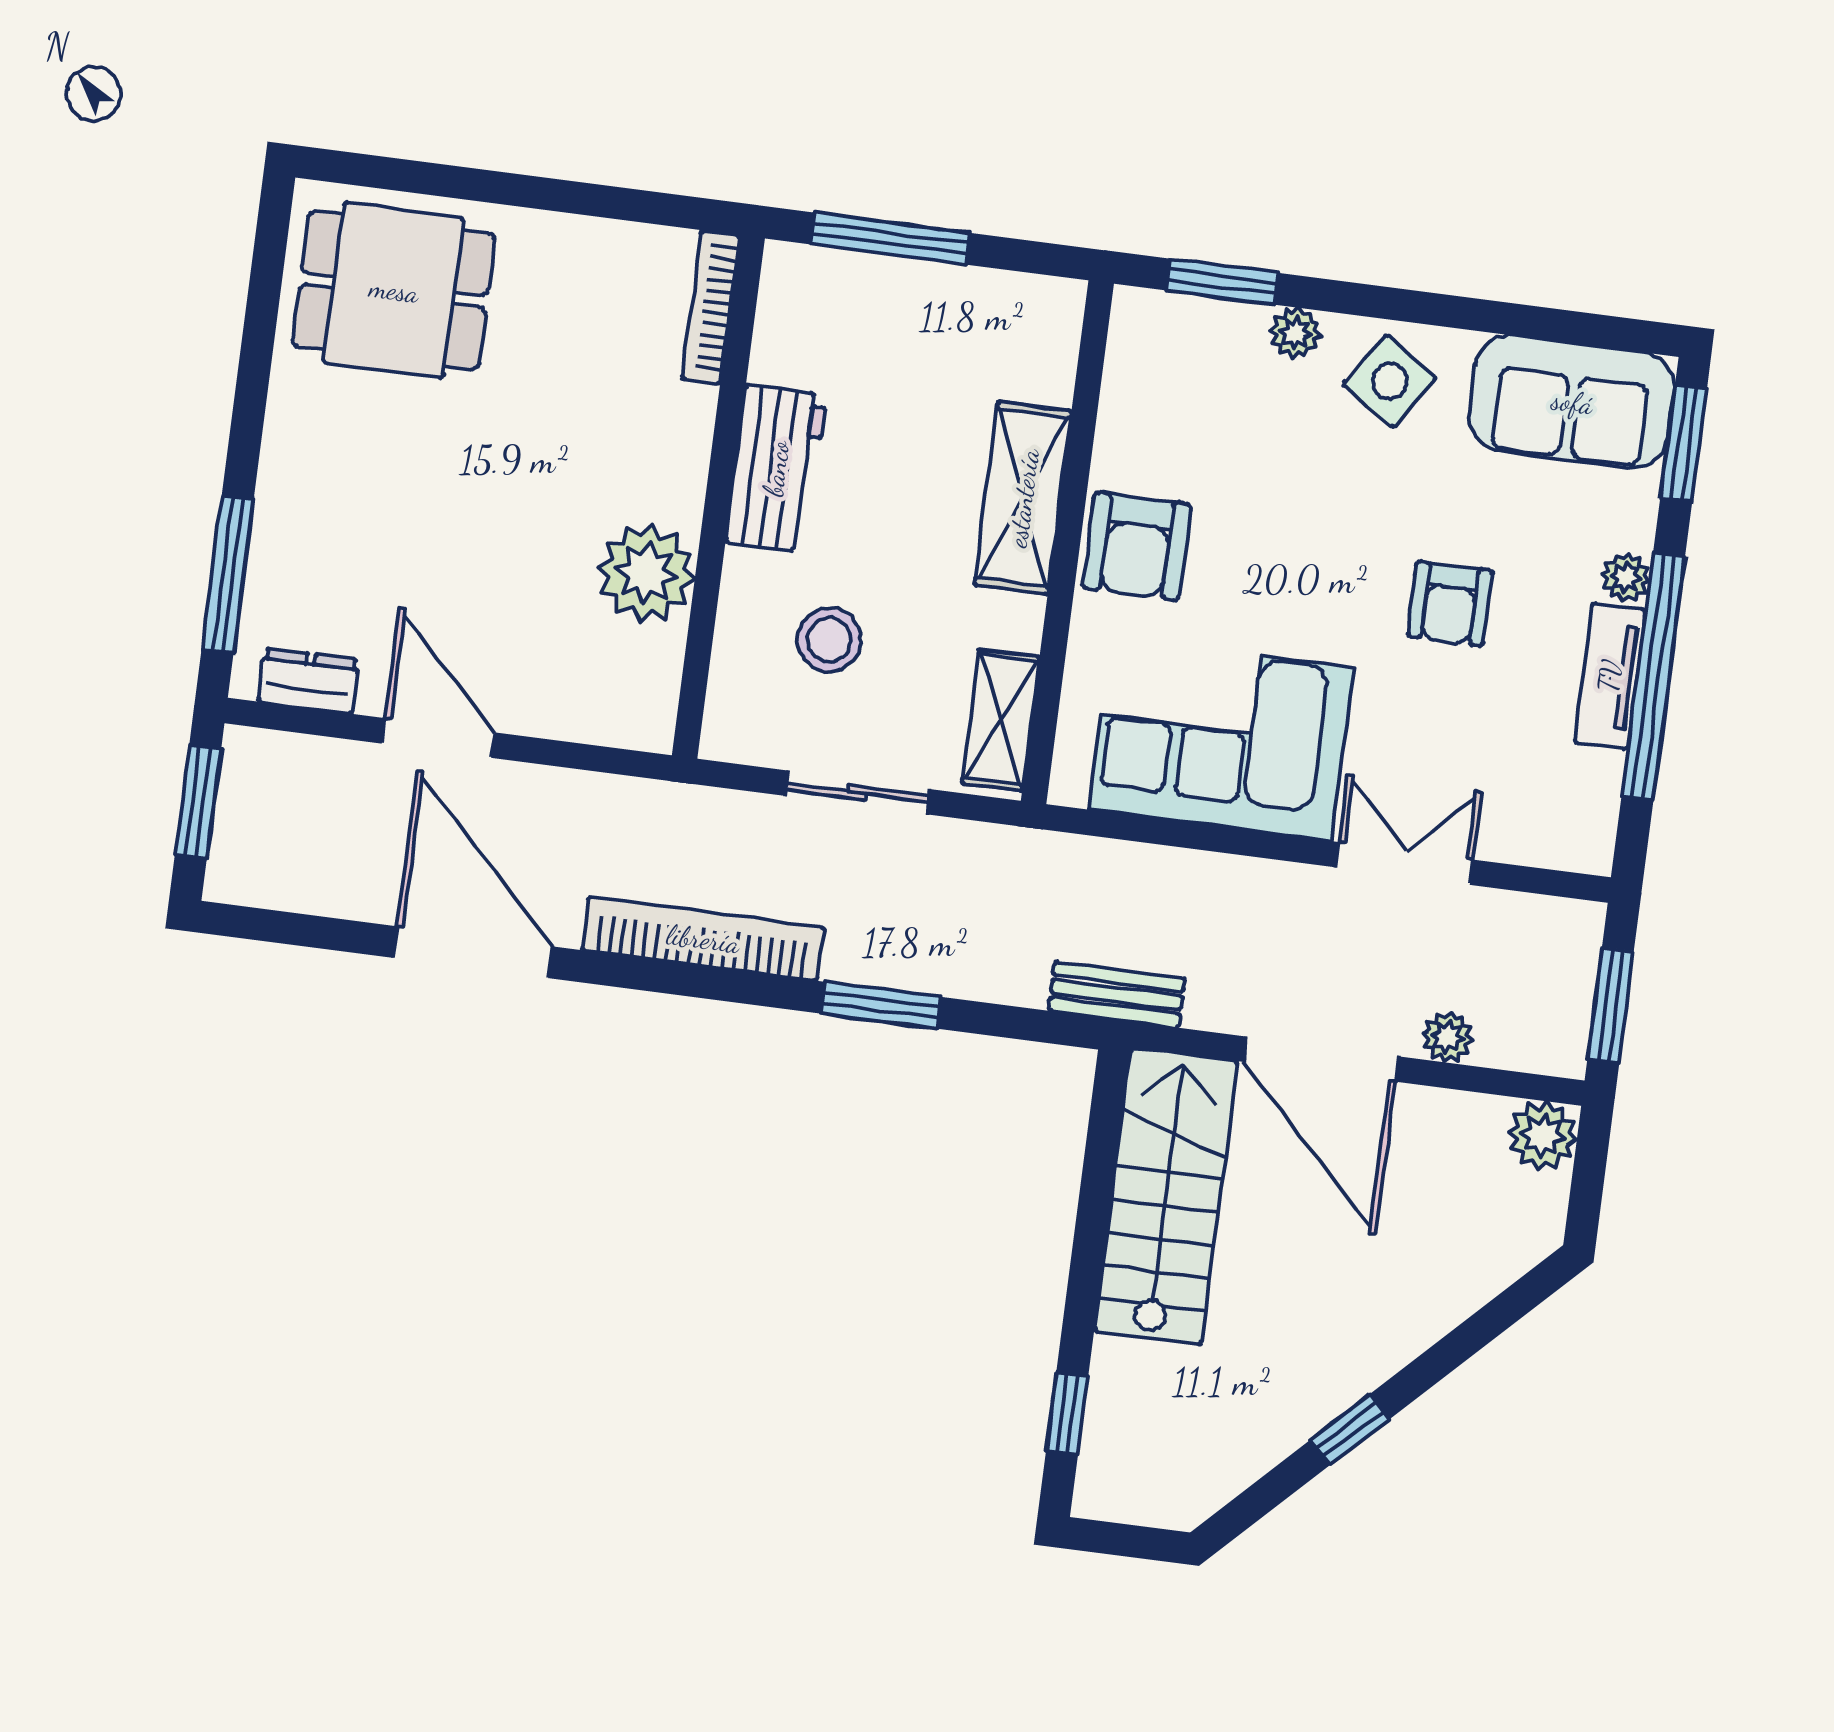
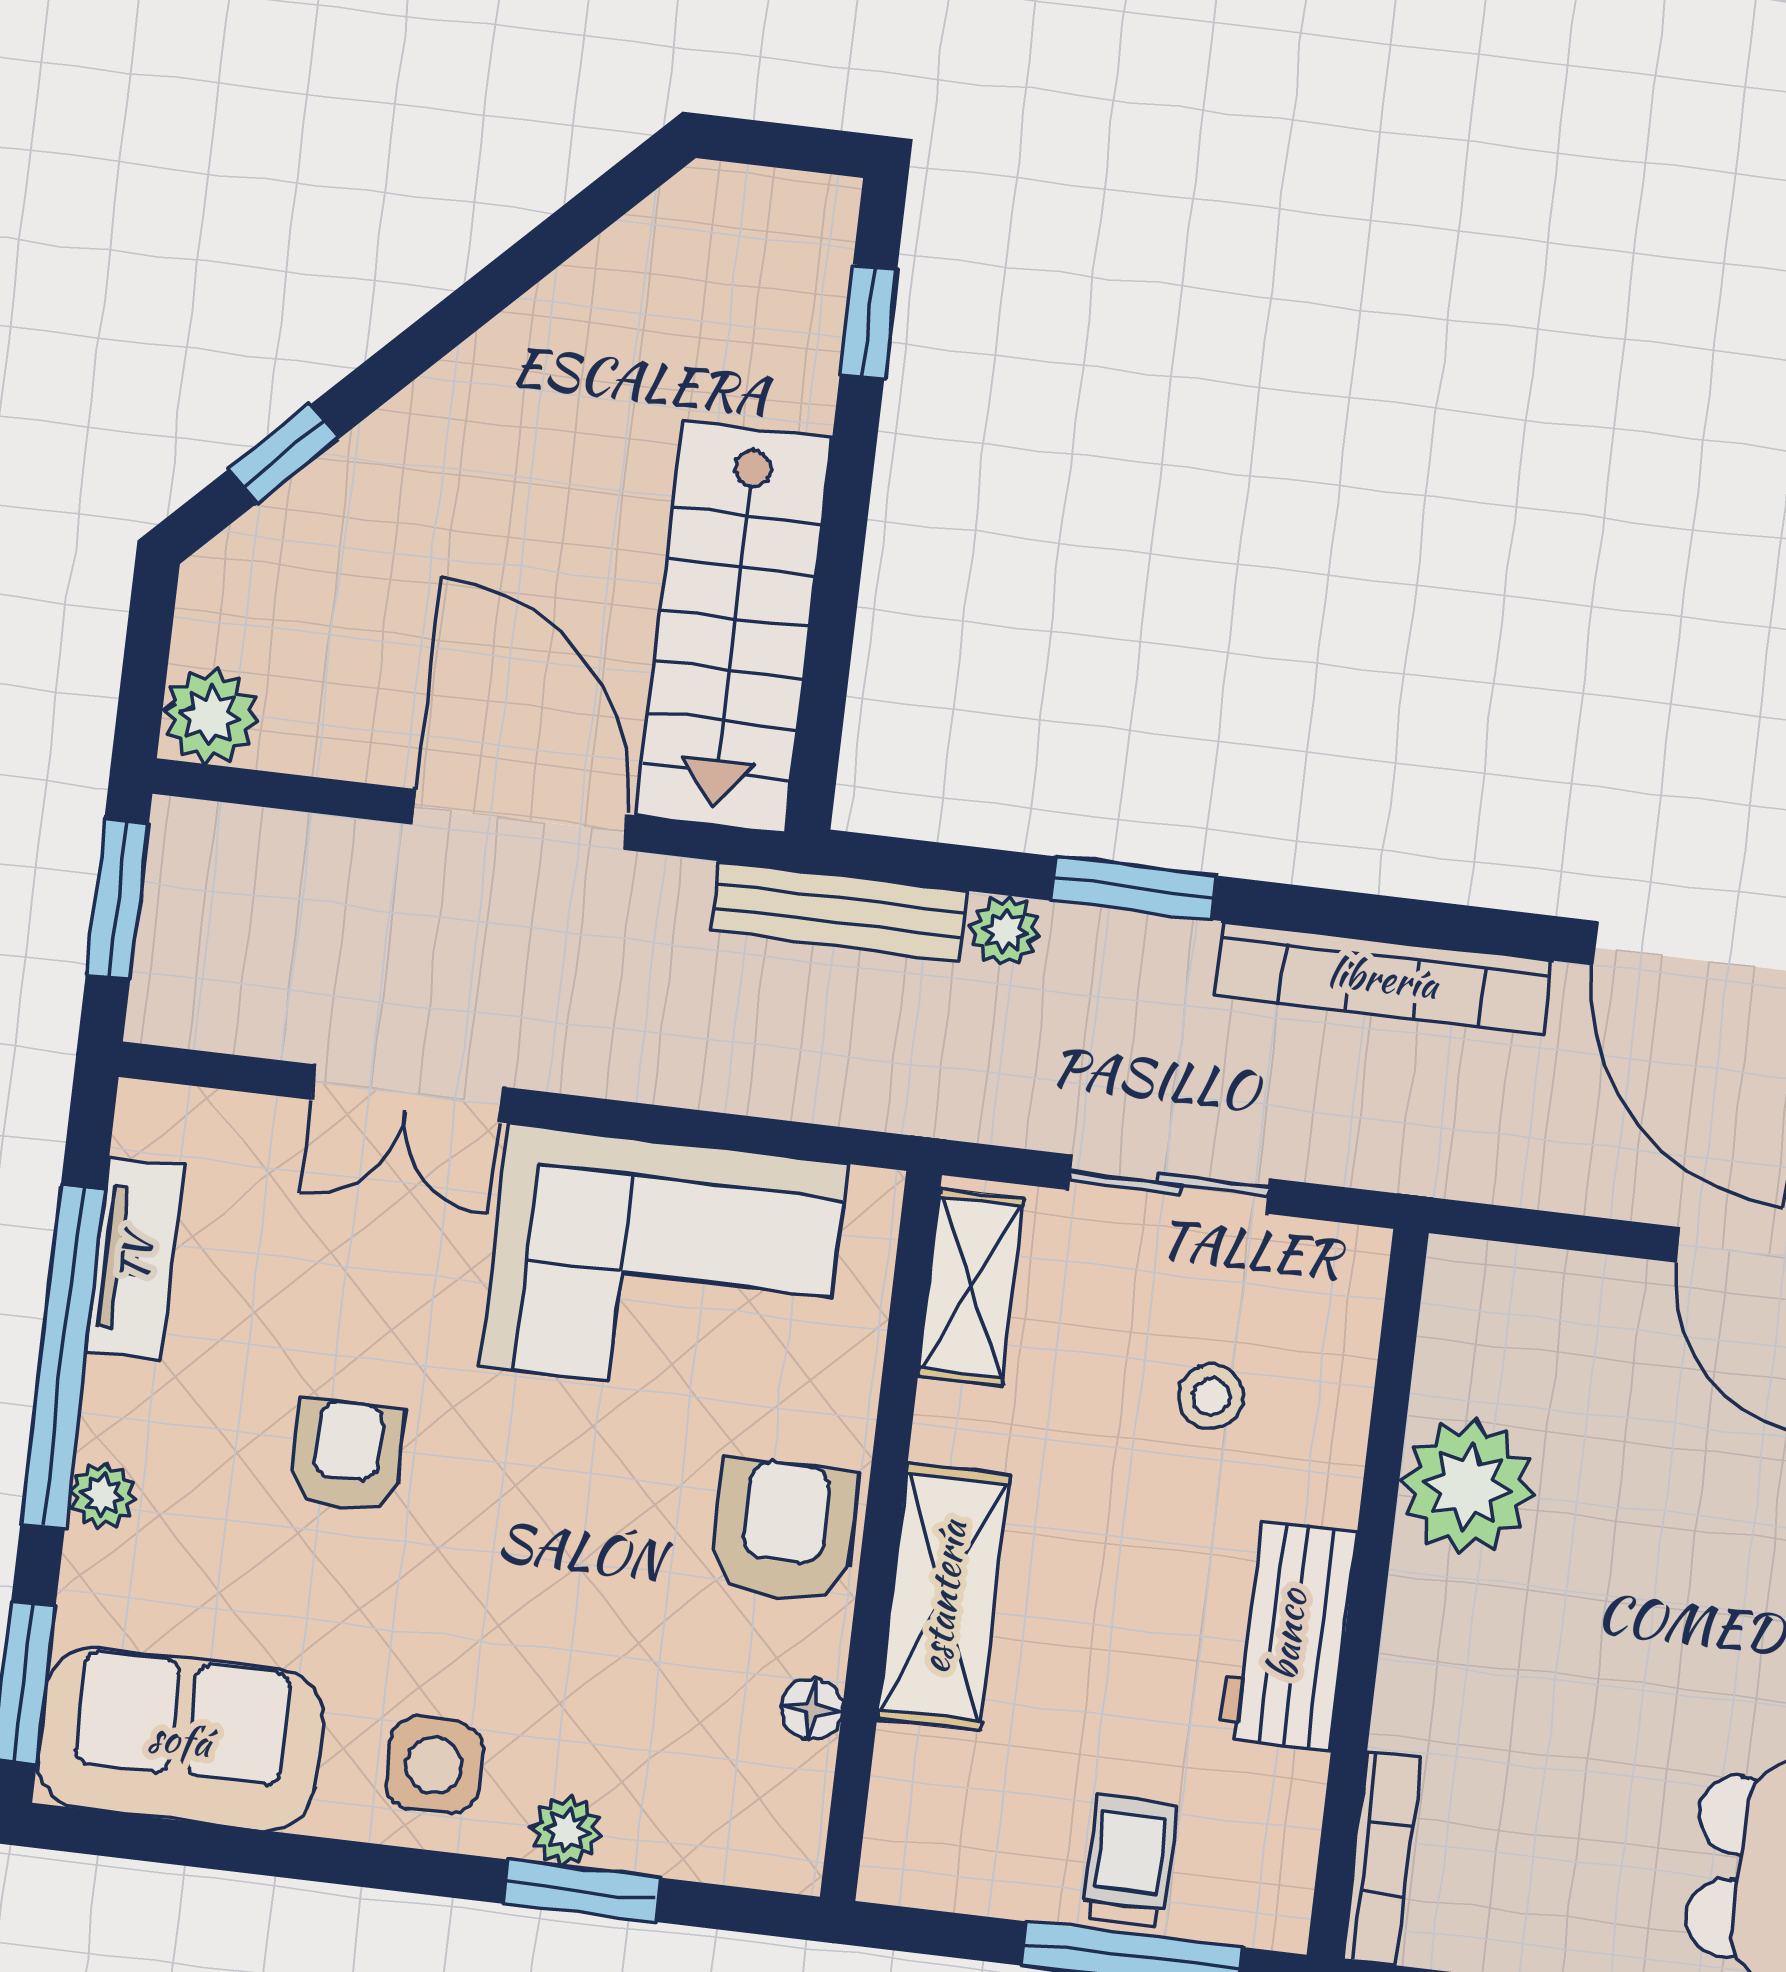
window: (1222, 282) -> (582, 1891), moved
trolley: (892, 307) -> (1129, 1861), added
side table: (1390, 381) -> (434, 1765), turned -34
floor lamp: (1118, 418) -> (811, 1709), added
stool: (829, 640) -> (1211, 1396), width x0.73, depth x0.73
tv unit: (1610, 676) -> (135, 1259), moved
bench: (1117, 994) -> (839, 911), width x1.36
plant: (1448, 1037) -> (1005, 931), moved
window: (1350, 1429) -> (283, 454), moved

